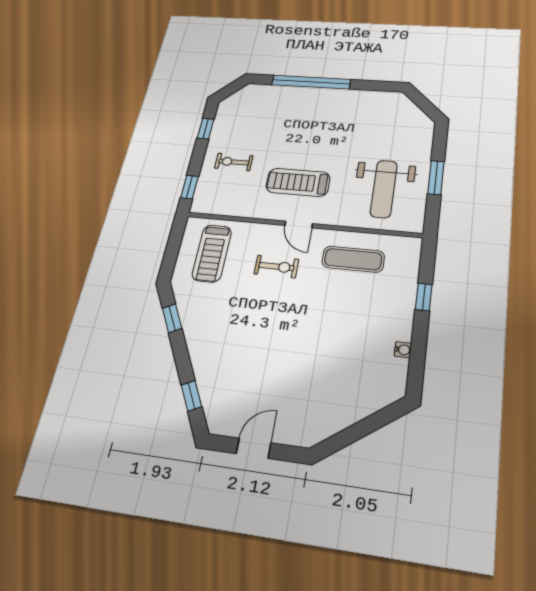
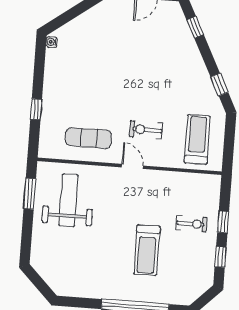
window: (436, 178) -> (30, 194), moved
treadmill: (298, 182) -> (147, 250), moved, turned 90
window: (190, 187) -> (223, 222), moved
water cooler: (403, 350) -> (52, 42), moved

